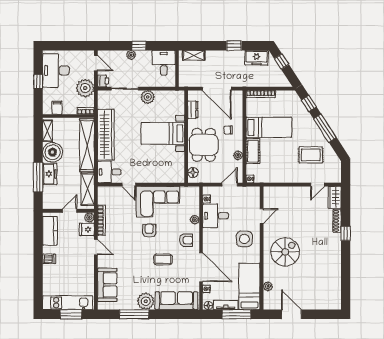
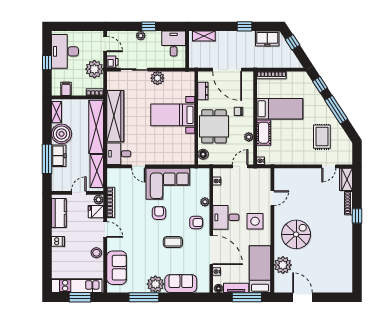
rug: (311, 155) -> (322, 137), turned 90
desk: (216, 216) -> (226, 217), moved
stool: (87, 270) -> (96, 253), added
plant: (268, 286) -> (283, 265), width x1.88, depth x1.88
sofa: (176, 301) -> (181, 284), width x0.73

